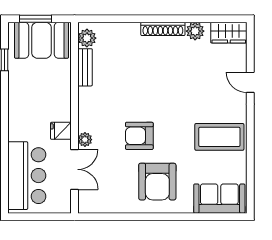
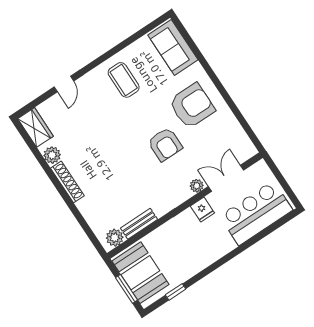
coffee table: (219, 137) -> (124, 80), width x0.73, depth x0.76

